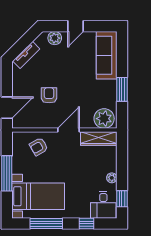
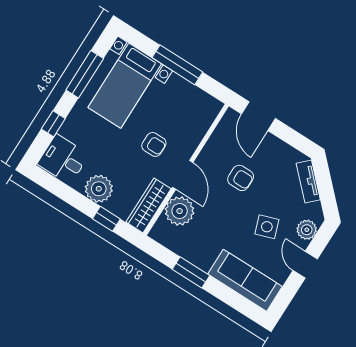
side table: (68, 62) -> (267, 227), added
plant: (104, 119) -> (180, 211), moved
armchair: (39, 147) -> (154, 144), moved, turned 120
plant: (112, 178) -> (99, 189), width x1.88, depth x1.88
window: (122, 199) -> (106, 219), moved

